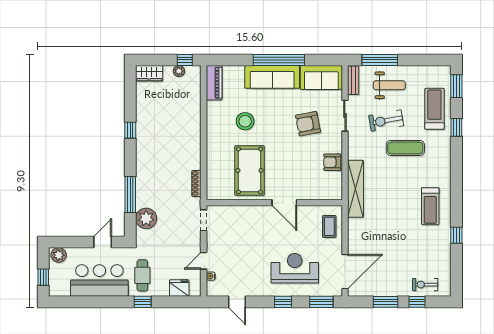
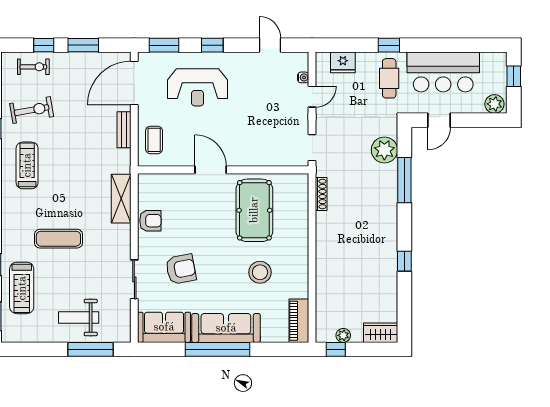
bench: (353, 80) -> (124, 130), moved
exercise bike: (386, 121) -> (32, 110), moved
shelving: (355, 189) -> (121, 199), width x0.68

